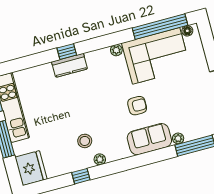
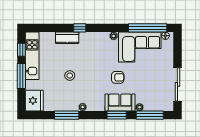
kitchen counter: (70, 65) -> (67, 38), moved
stool: (85, 141) -> (70, 75), moved
window: (149, 158) -> (117, 115), added
window: (81, 176) -> (67, 115), width x2.17

